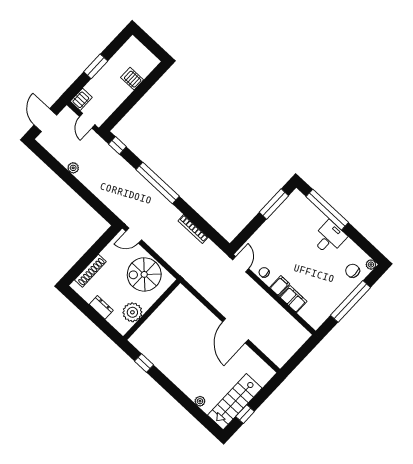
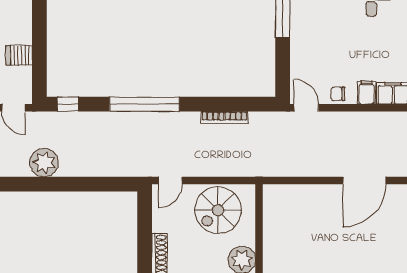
server rack: (132, 79) -> (19, 55), moved
plant: (73, 168) -> (44, 163), width x1.87, depth x1.87
door: (235, 331) -> (364, 180), hinge flipped

